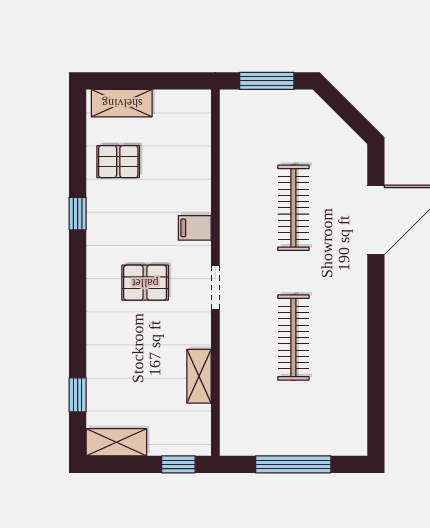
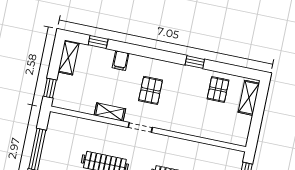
filing cabinet: (195, 228) -> (121, 61), moved, turned 180
shelving: (199, 376) -> (110, 112), moved

